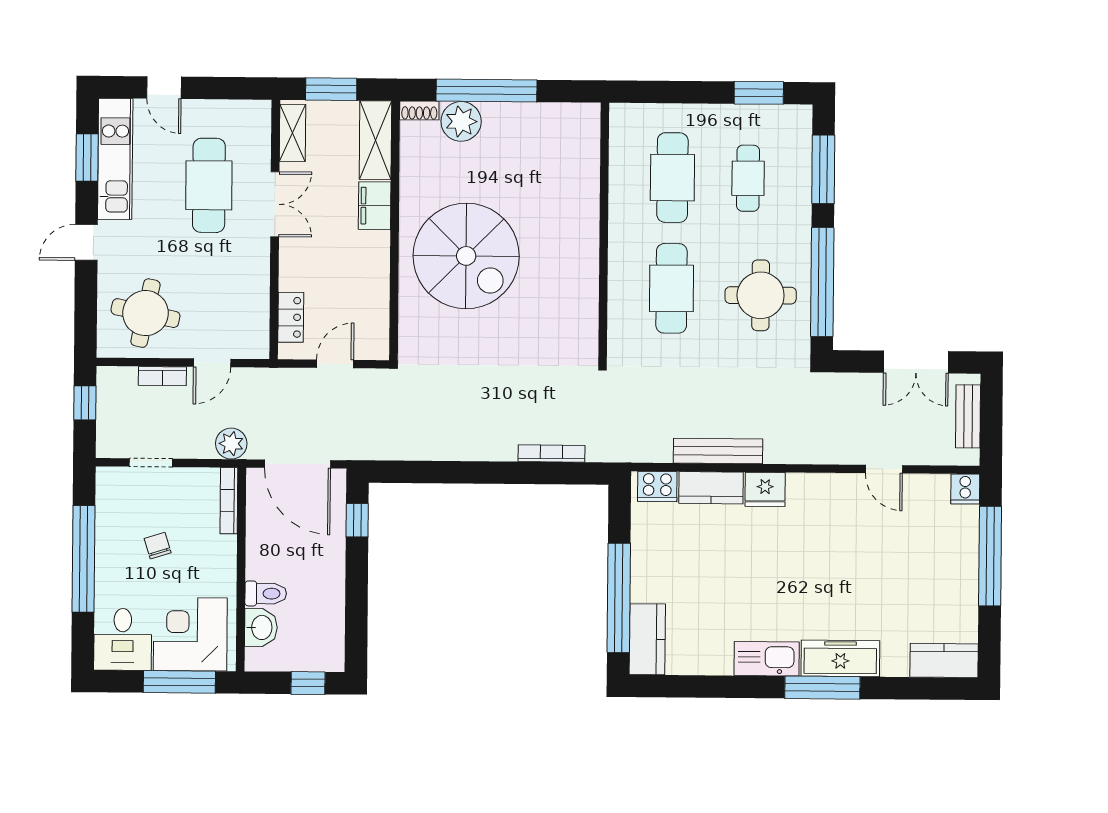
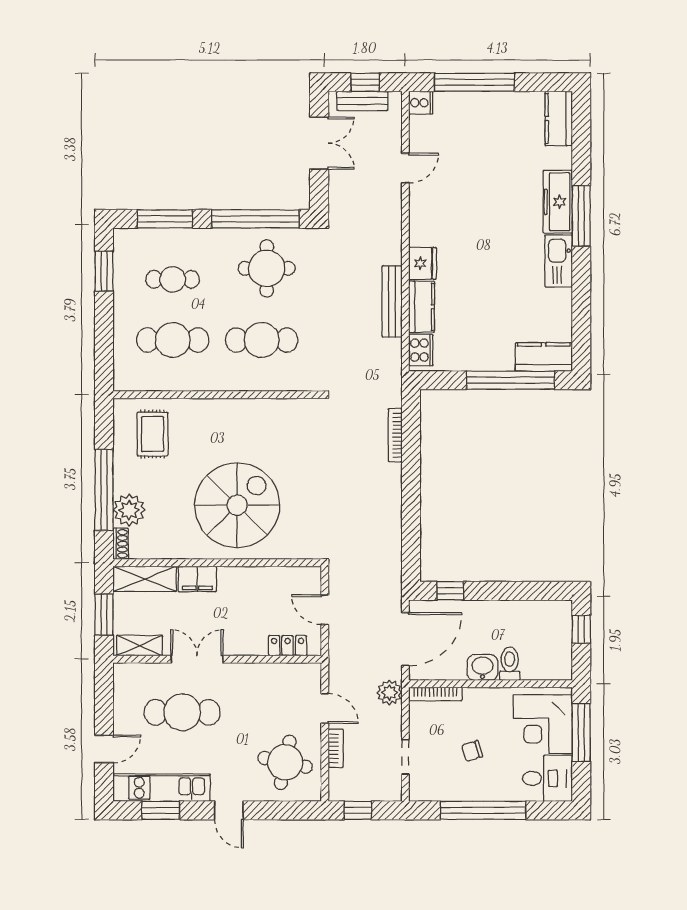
rug: (556, 151) -> (153, 434), added
window: (991, 420) -> (365, 82), added
washbasin: (261, 627) -> (482, 667), moved

